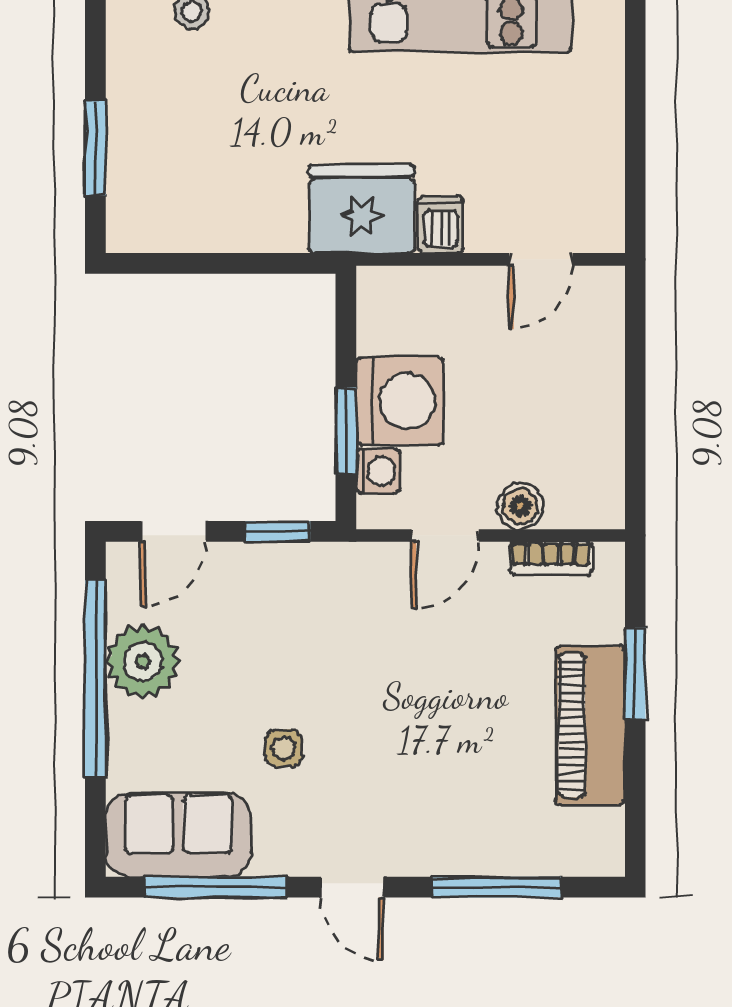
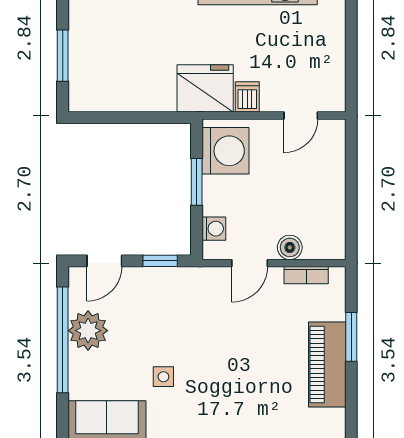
washing machine: (400, 401) -> (225, 151), moved
window: (346, 431) -> (197, 182), moved

